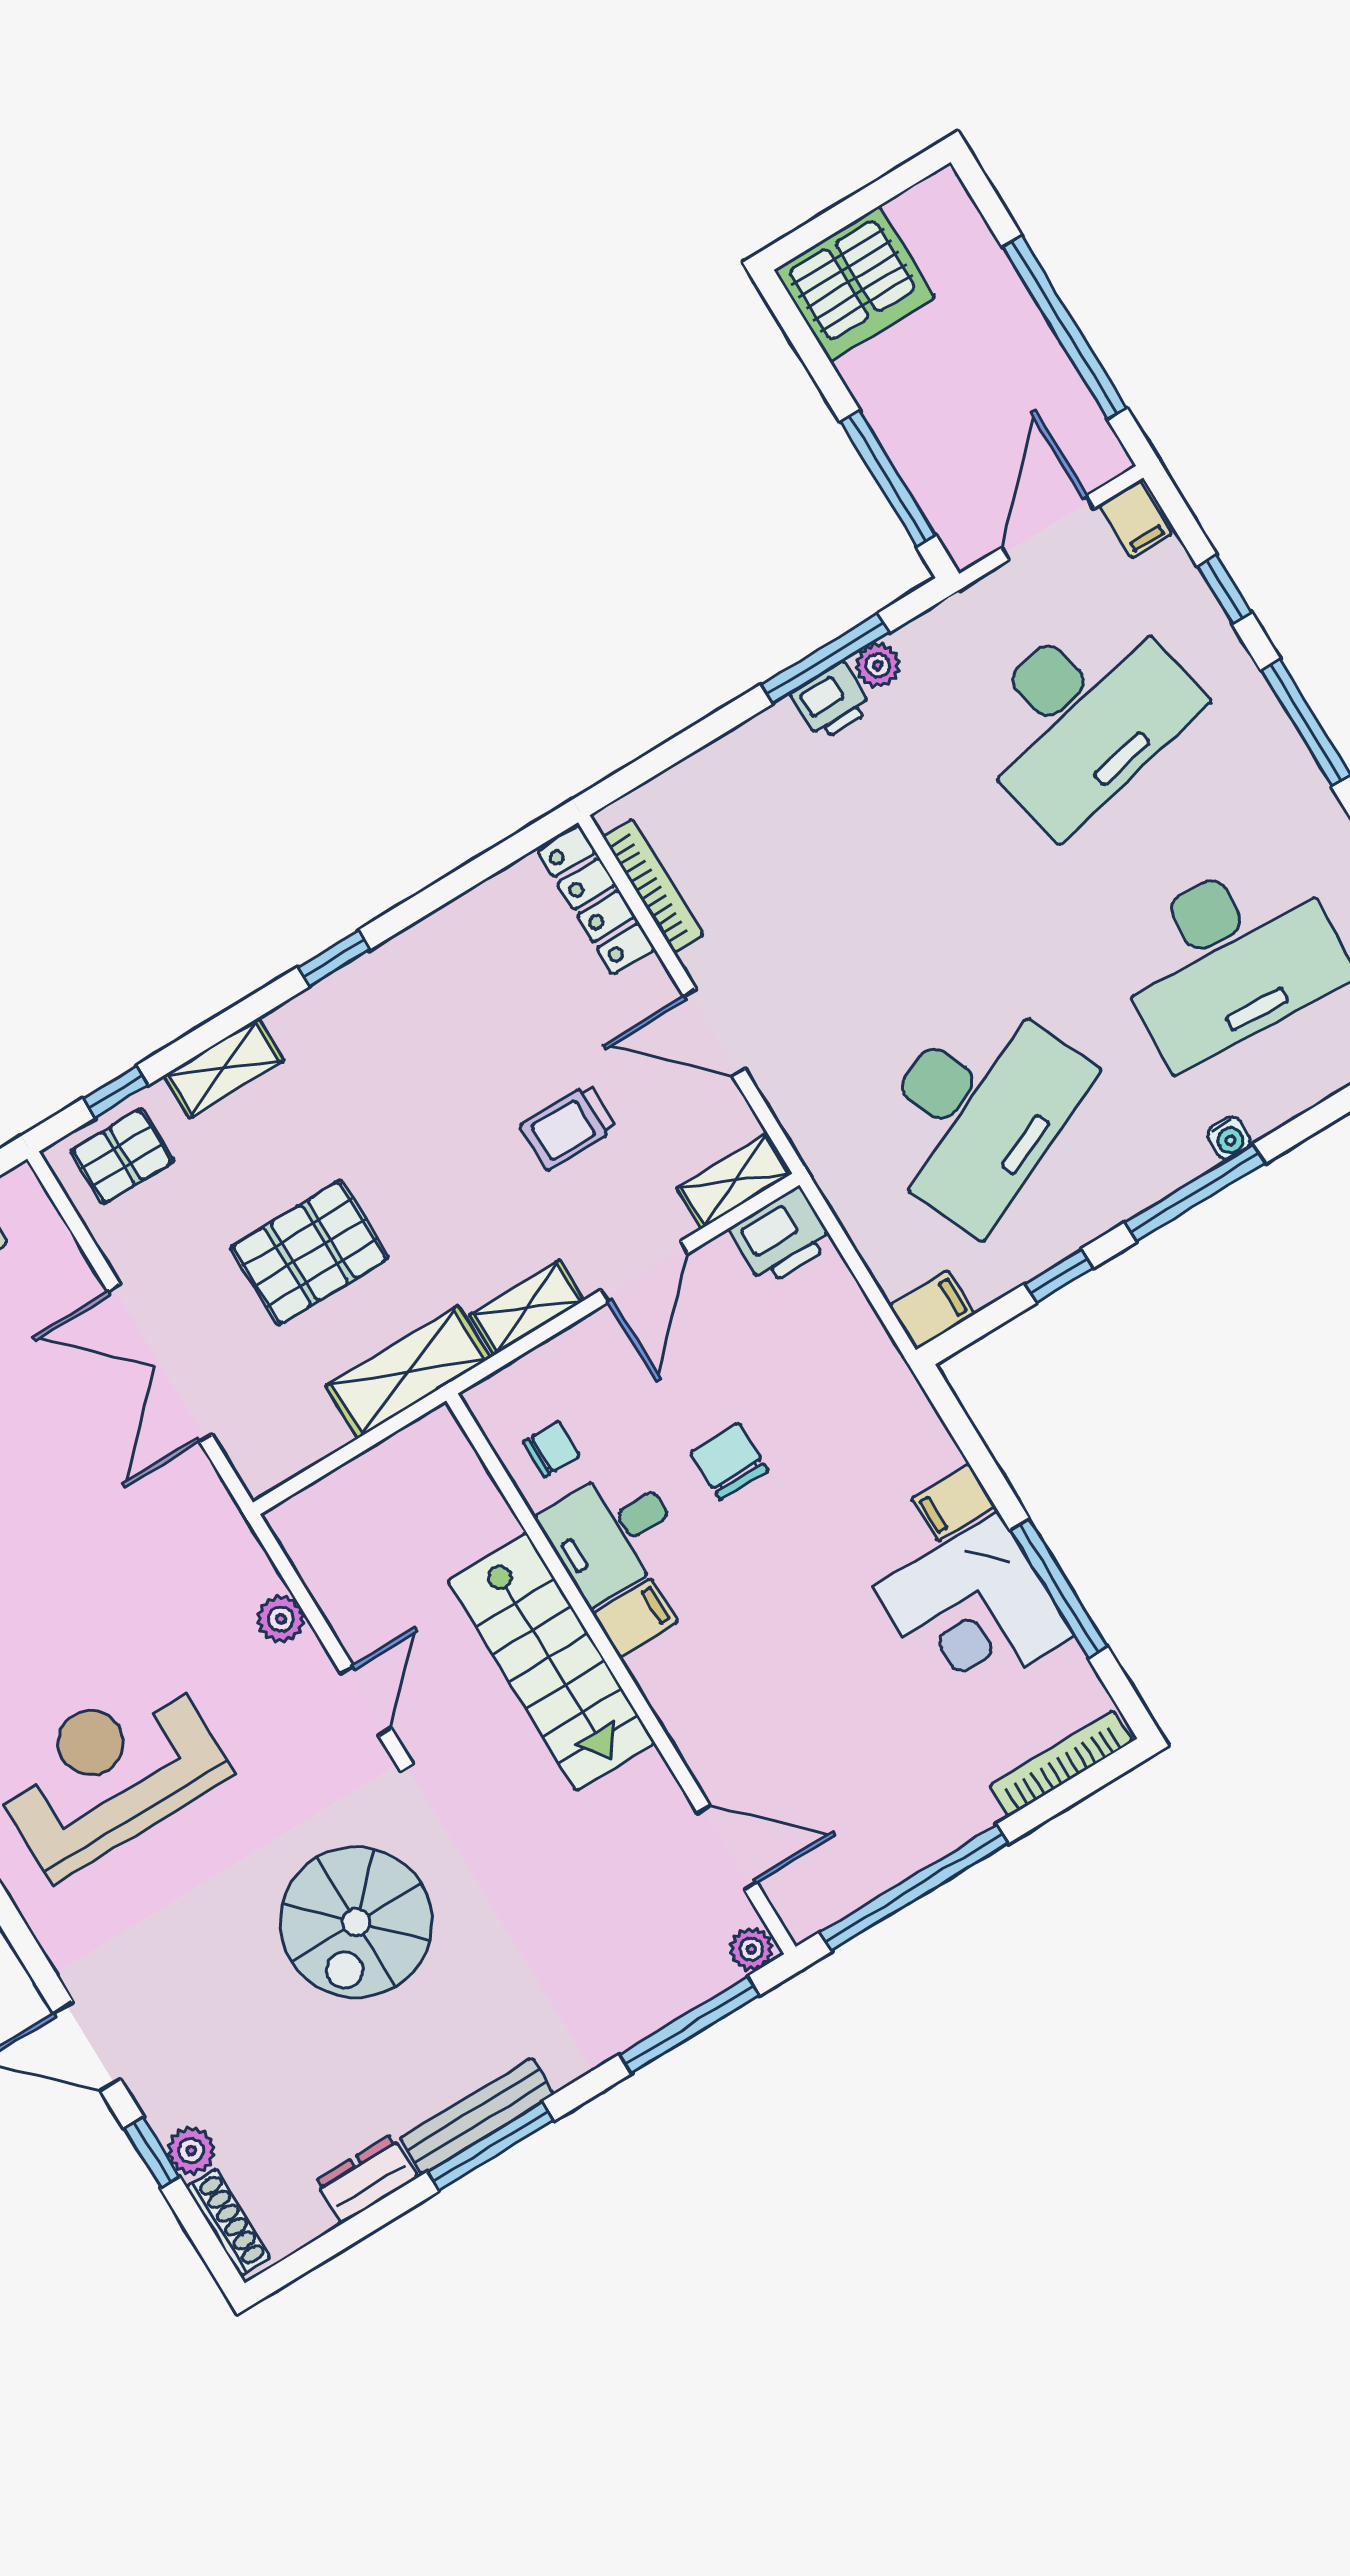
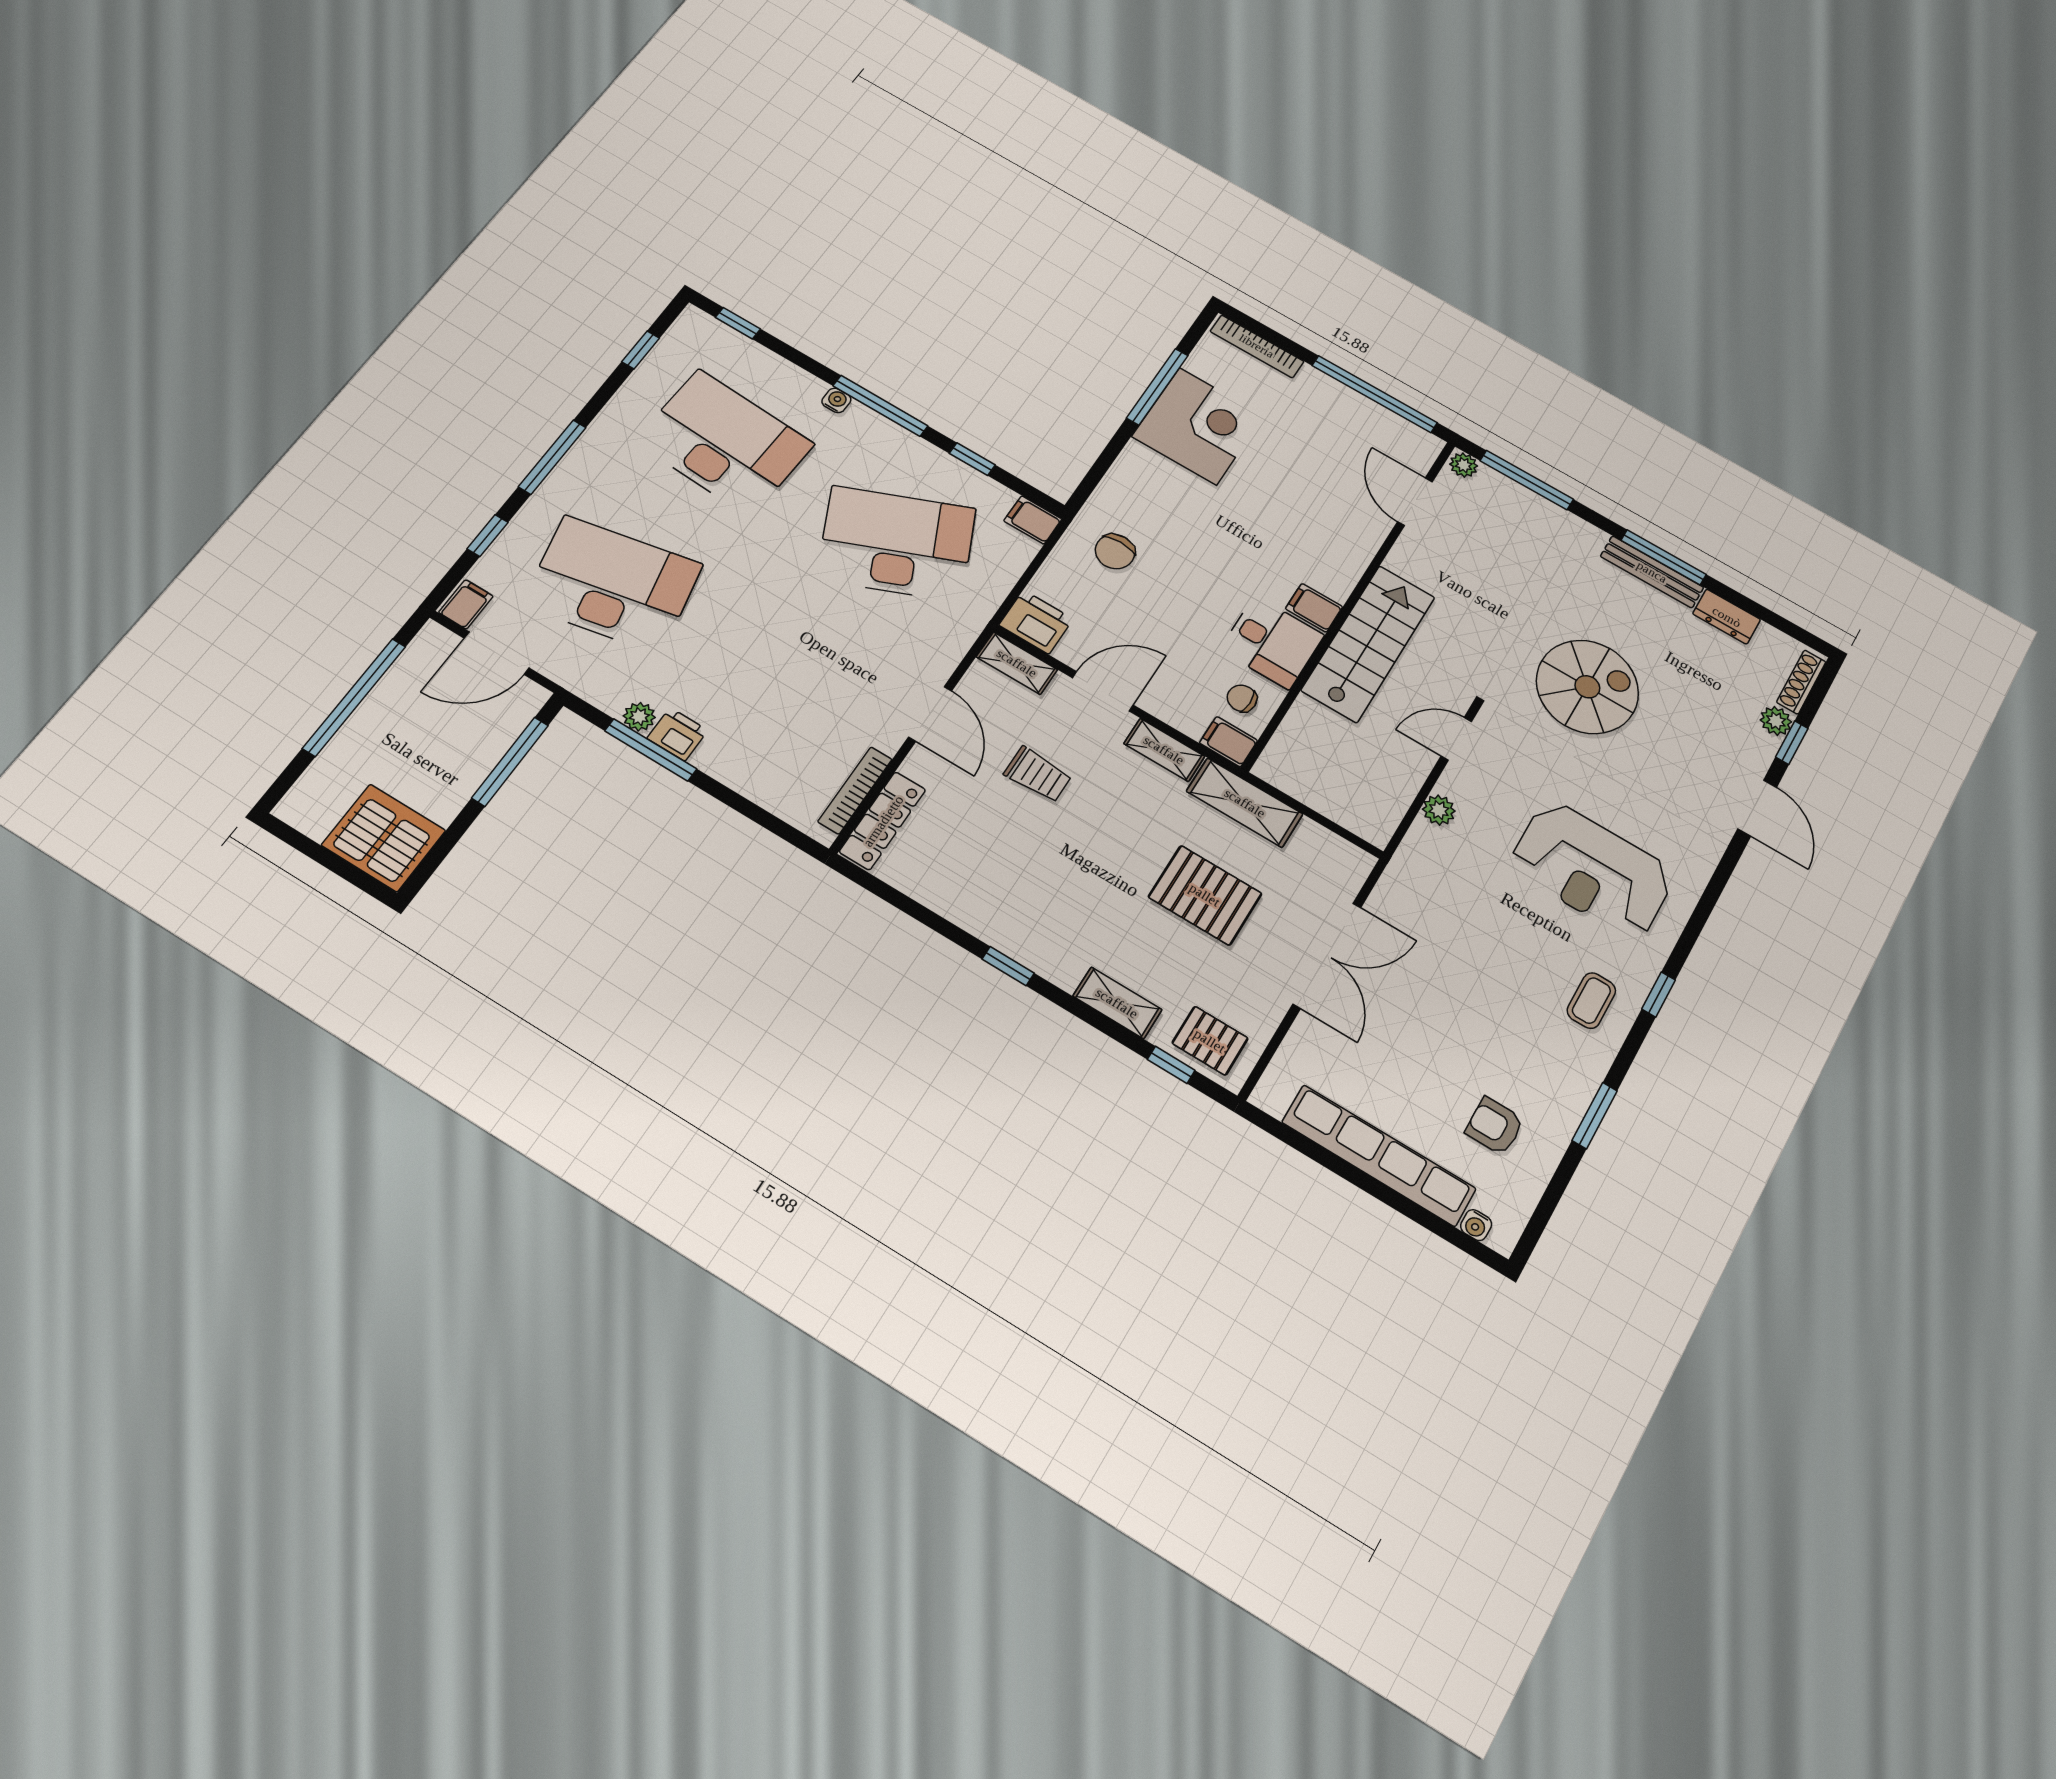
chair: (729, 1461) -> (1115, 552), moved
filing cabinet: (954, 1502) -> (1228, 742), moved, turned 180

